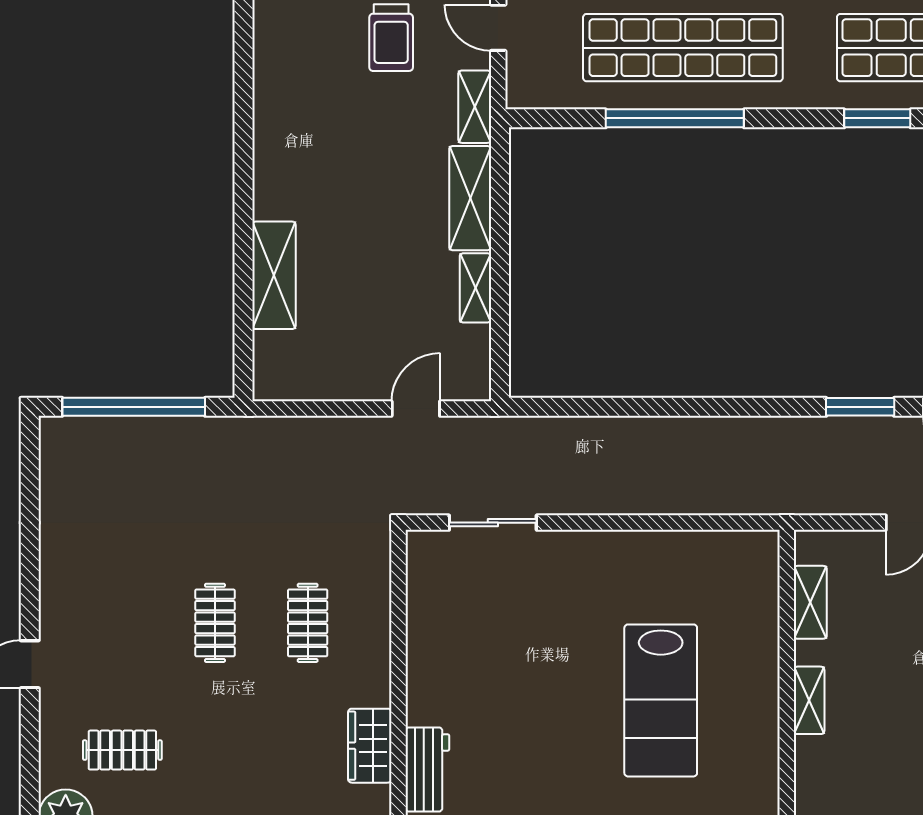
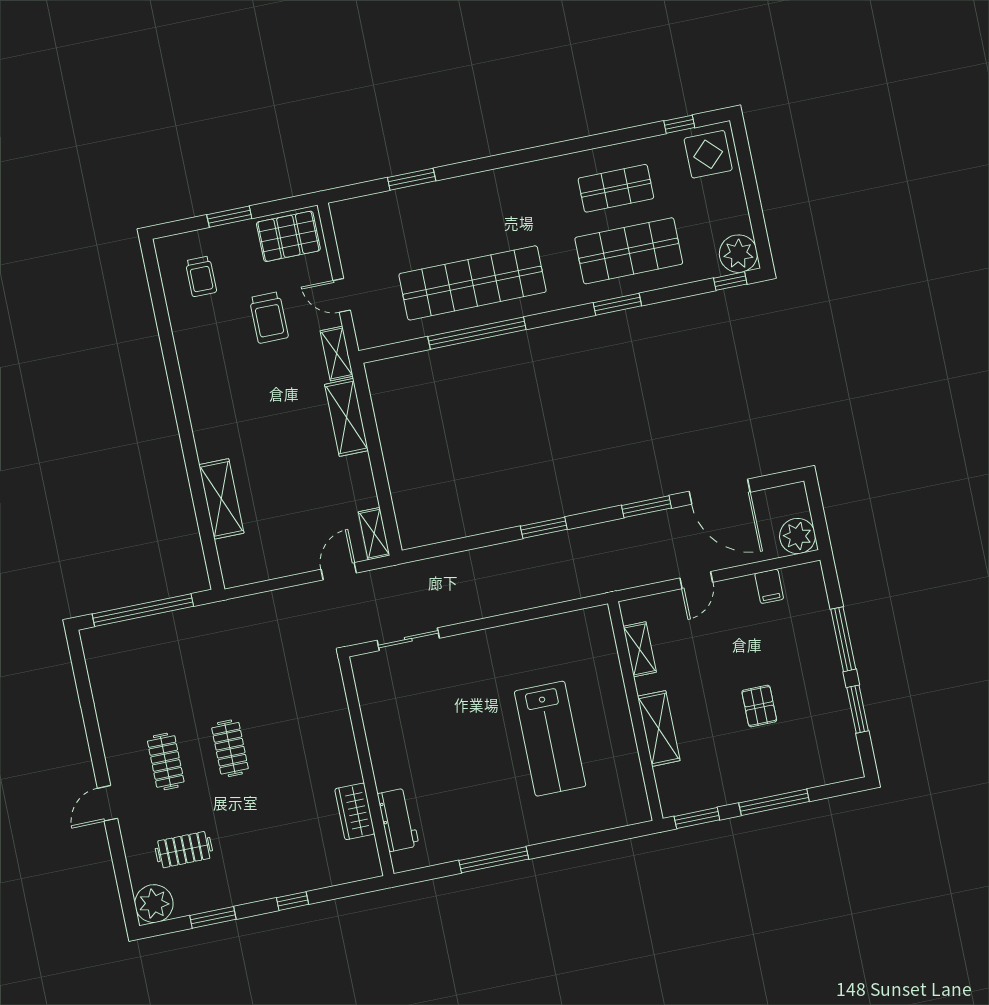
shelving: (475, 288) -> (374, 534), moved
window: (712, 407) -> (544, 528), added
clothes rail: (308, 623) -> (166, 761), moved
shelving: (809, 700) -> (659, 728), width x1.50, depth x1.33

